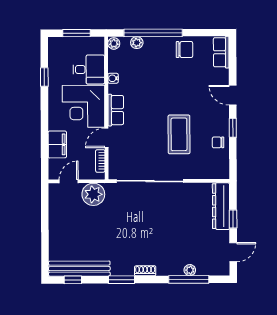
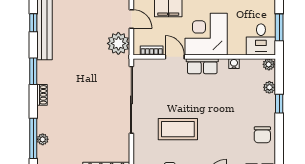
window: (153, 33) -> (279, 104), width x0.32
desk: (89, 69) -> (261, 39), moved

